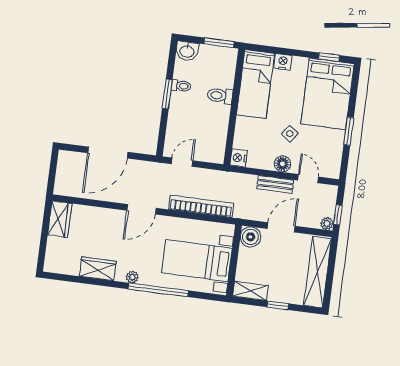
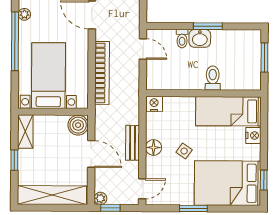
window: (219, 43) -> (264, 58), moved
washbasin: (187, 51) -> (200, 38), moved, turned -90
toilet: (181, 86) -> (182, 39), moved
door: (308, 179) -> (142, 189), moved

